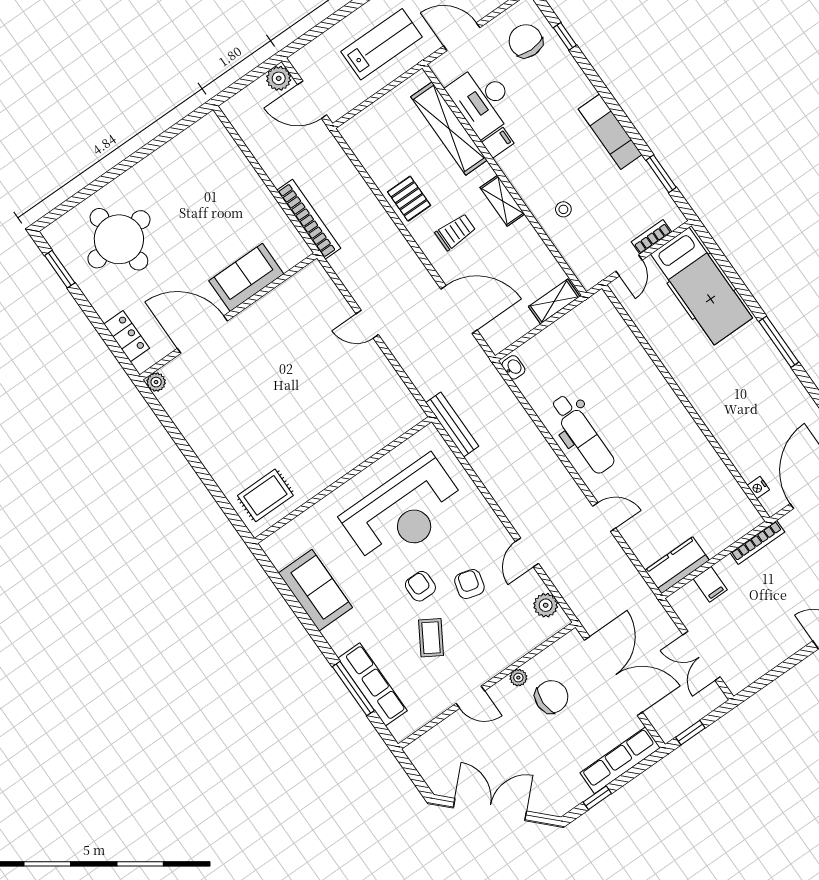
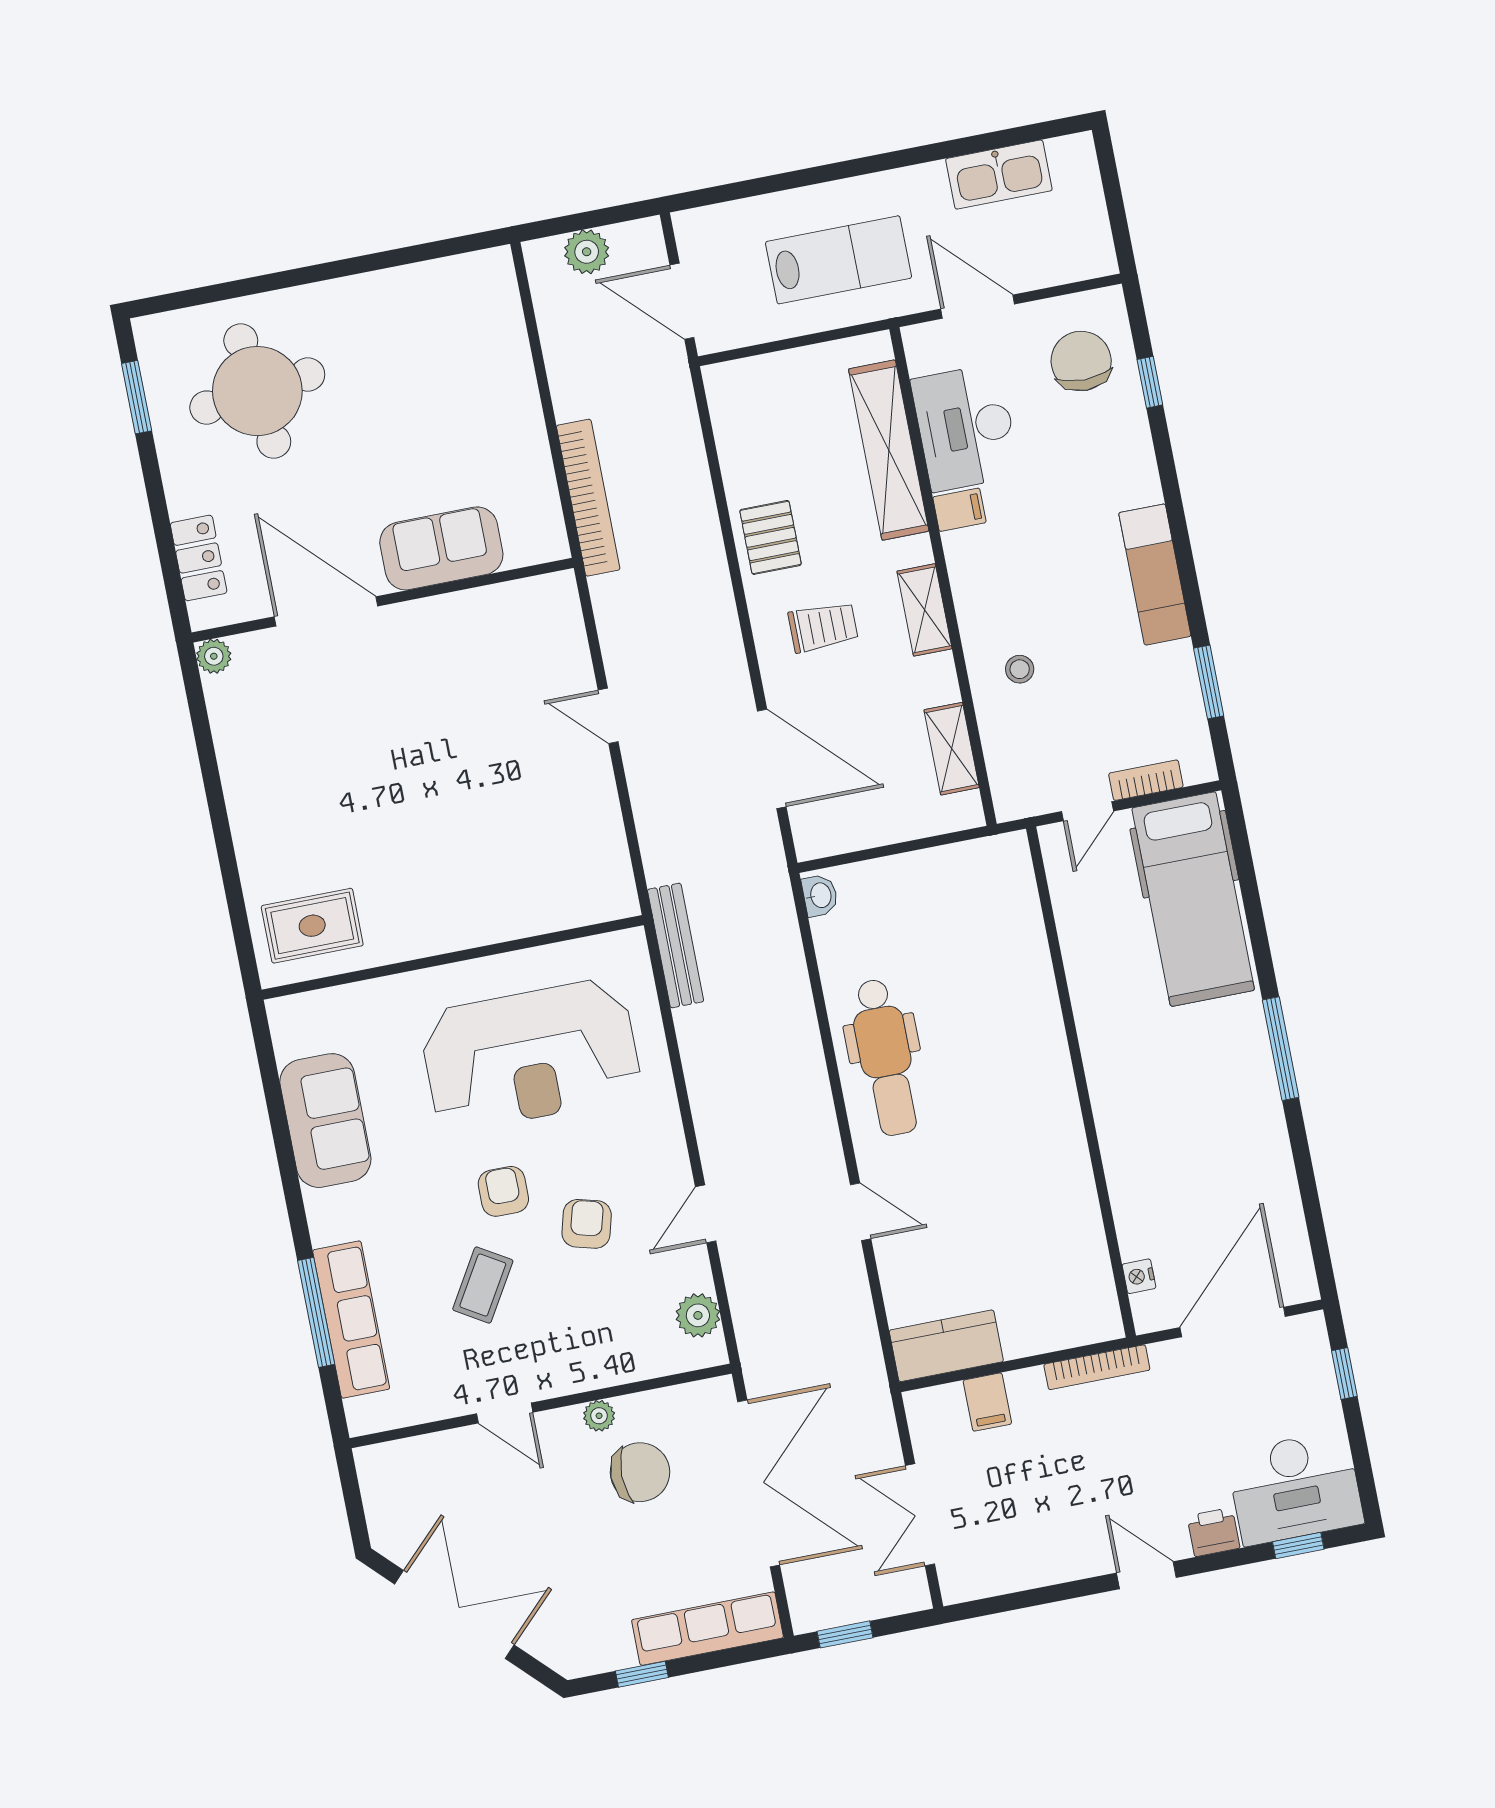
plant: (279, 78) -> (587, 252), moved
shelving: (554, 301) -> (952, 749), moved, turned 90

